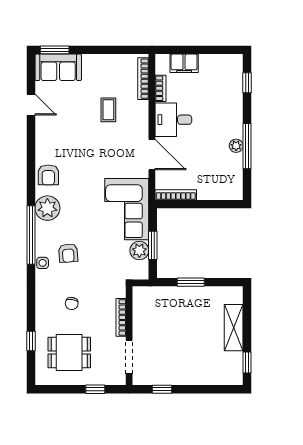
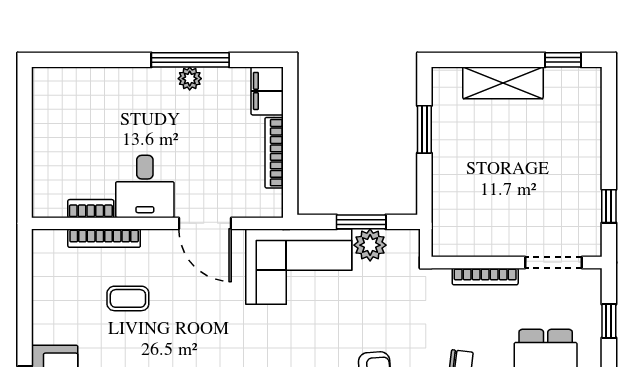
filing cabinet: (184, 63) -> (267, 91), moved, turned 180
bookcase: (143, 79) -> (104, 238), moved
window: (247, 83) -> (81, 60), removed
door: (152, 155) -> (205, 223), swing flipped
bookcase: (176, 195) -> (274, 153), moved
window: (191, 282) -> (424, 129), moved

